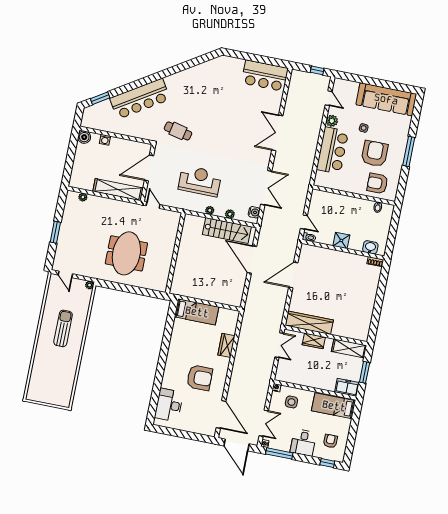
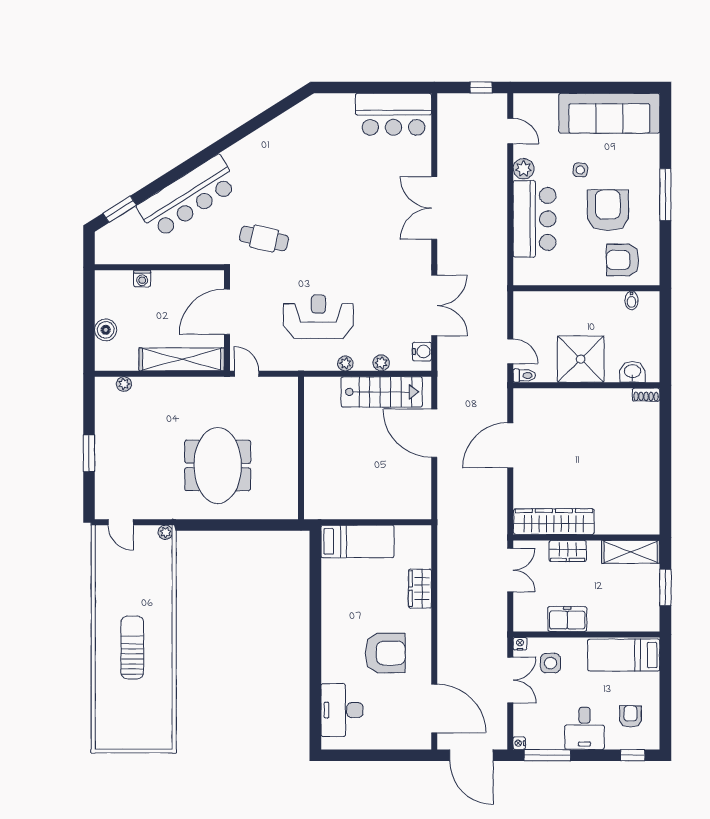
boiler: (84, 137) -> (106, 330), moved
shower: (341, 240) -> (581, 359), width x1.86, depth x1.86
sun lounger: (63, 328) -> (132, 647), moved
freezer: (347, 387) -> (567, 619), moved
double door: (264, 423) -> (510, 680), moved

